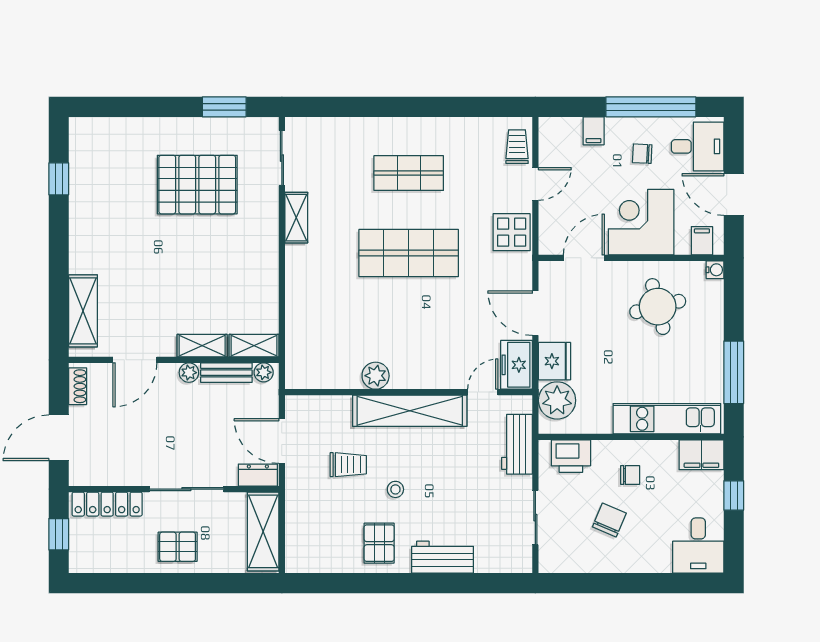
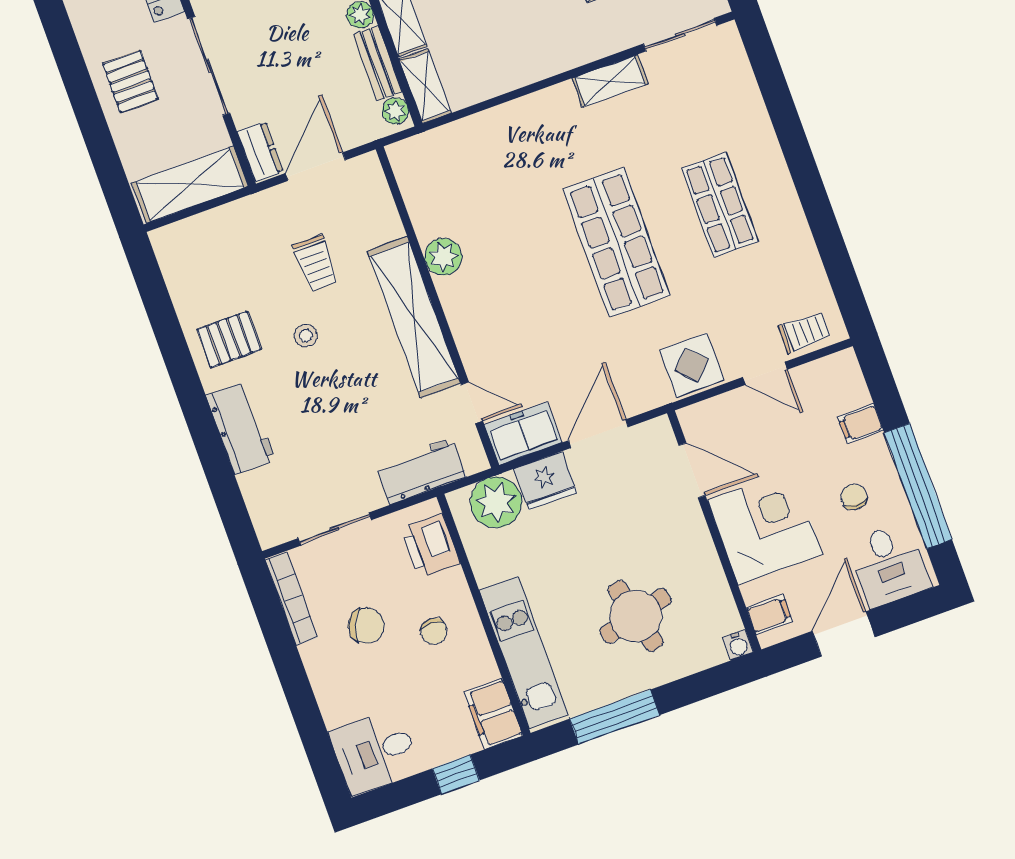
round table: (658, 307) -> (636, 616), moved
bookcase: (573, 565) -> (292, 599), added

